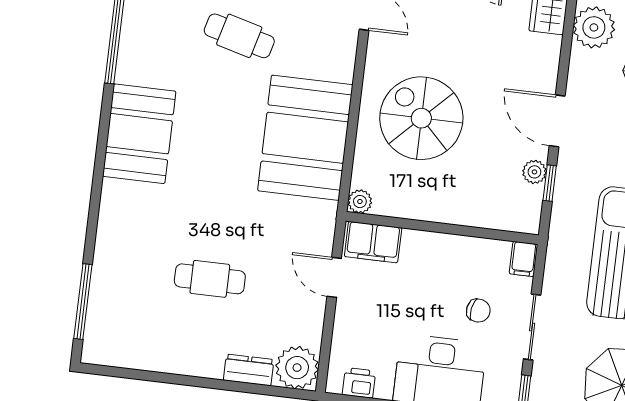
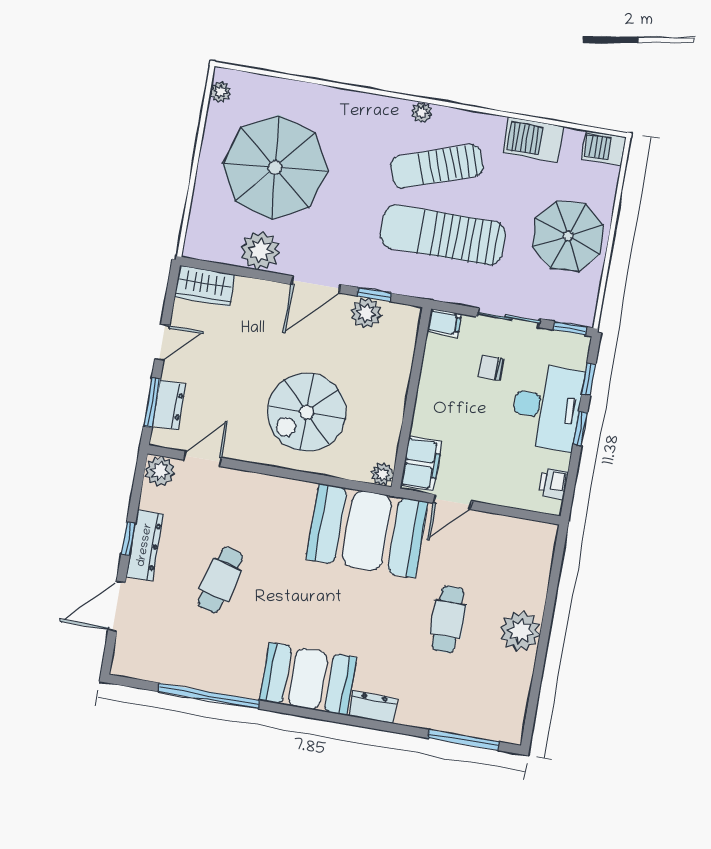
plant: (594, 27) -> (260, 251), moved
booth: (305, 138) -> (367, 531), moved
plant: (534, 172) -> (366, 313), width x1.38, depth x1.38
chair: (478, 311) -> (491, 368), turned -100
plant: (297, 368) -> (520, 631), moved
dresser: (249, 370) -> (373, 707), moved, turned 90

